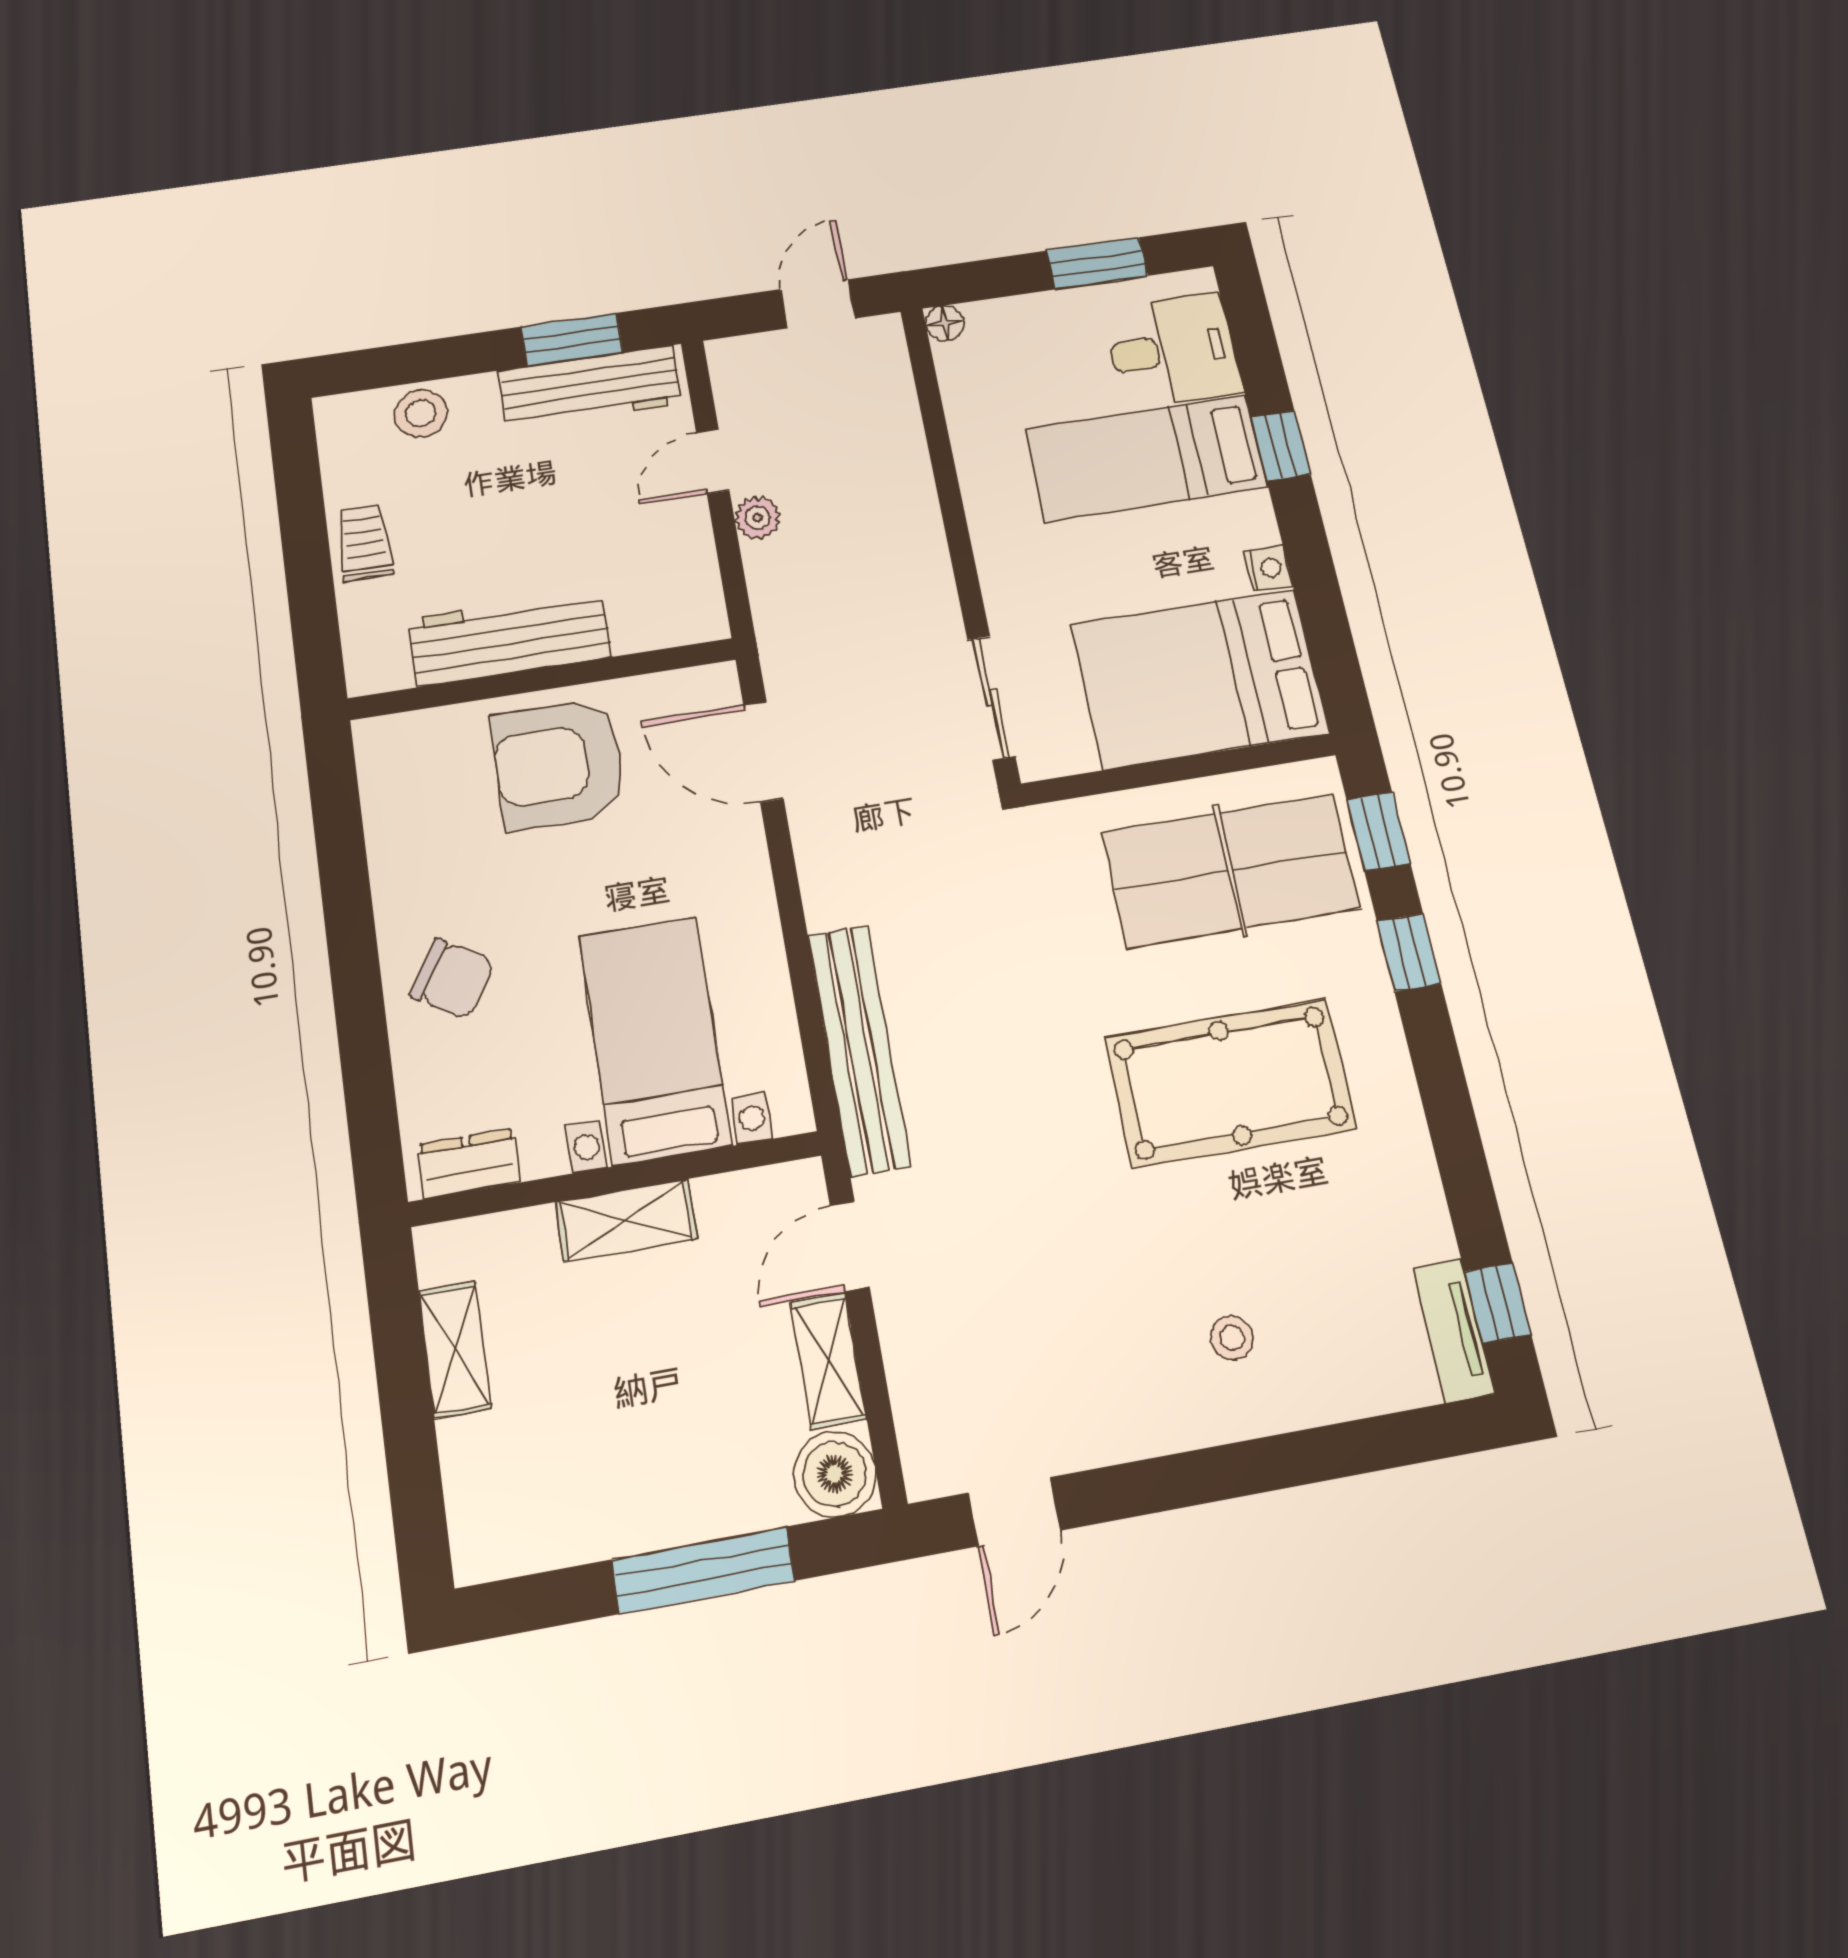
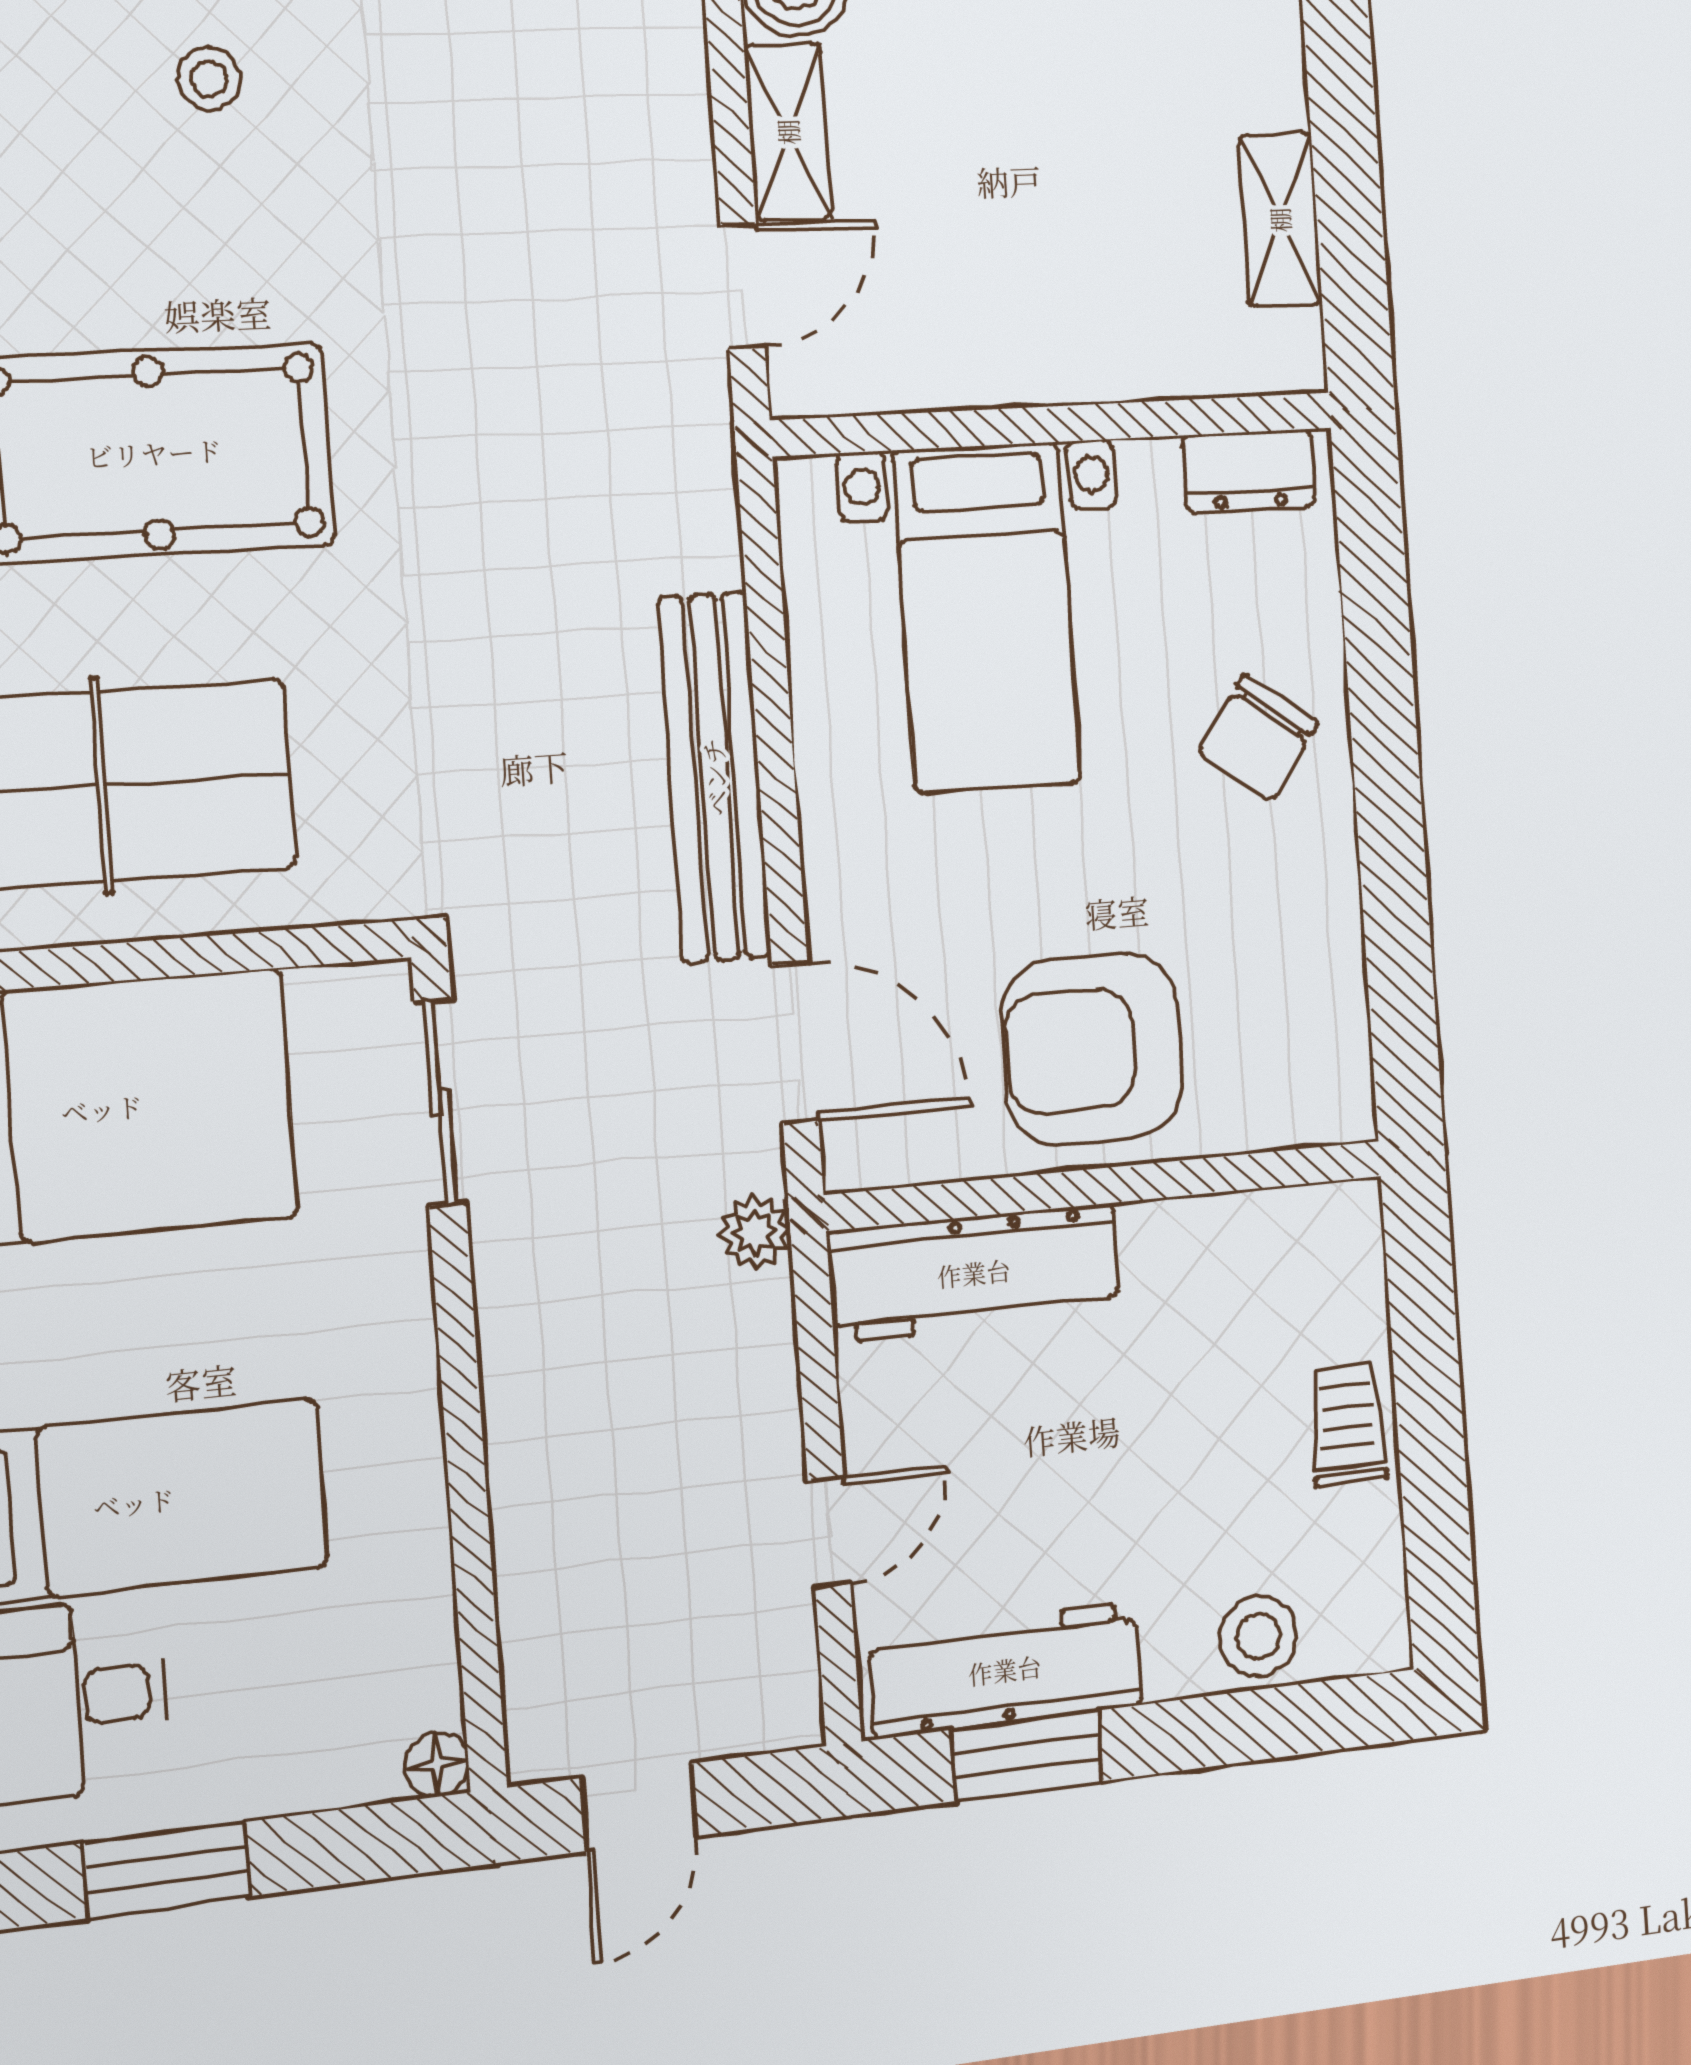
plant: (758, 518) -> (755, 1232), moved
trolley: (364, 542) -> (1348, 1424), turned 180
workbench: (509, 638) -> (974, 1273), moved
armchair: (559, 764) -> (1092, 1049), turned 180
chair: (452, 979) -> (1258, 738), turned -86
bench: (859, 1049) -> (715, 777), moved
shelving: (626, 1220) -> (1045, 364), removed

